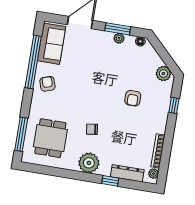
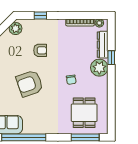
armchair: (47, 84) -> (30, 84), moved, width x1.88, depth x1.88
dining table: (50, 138) -> (84, 113), turned 90
plant: (89, 163) -> (99, 68), moved

